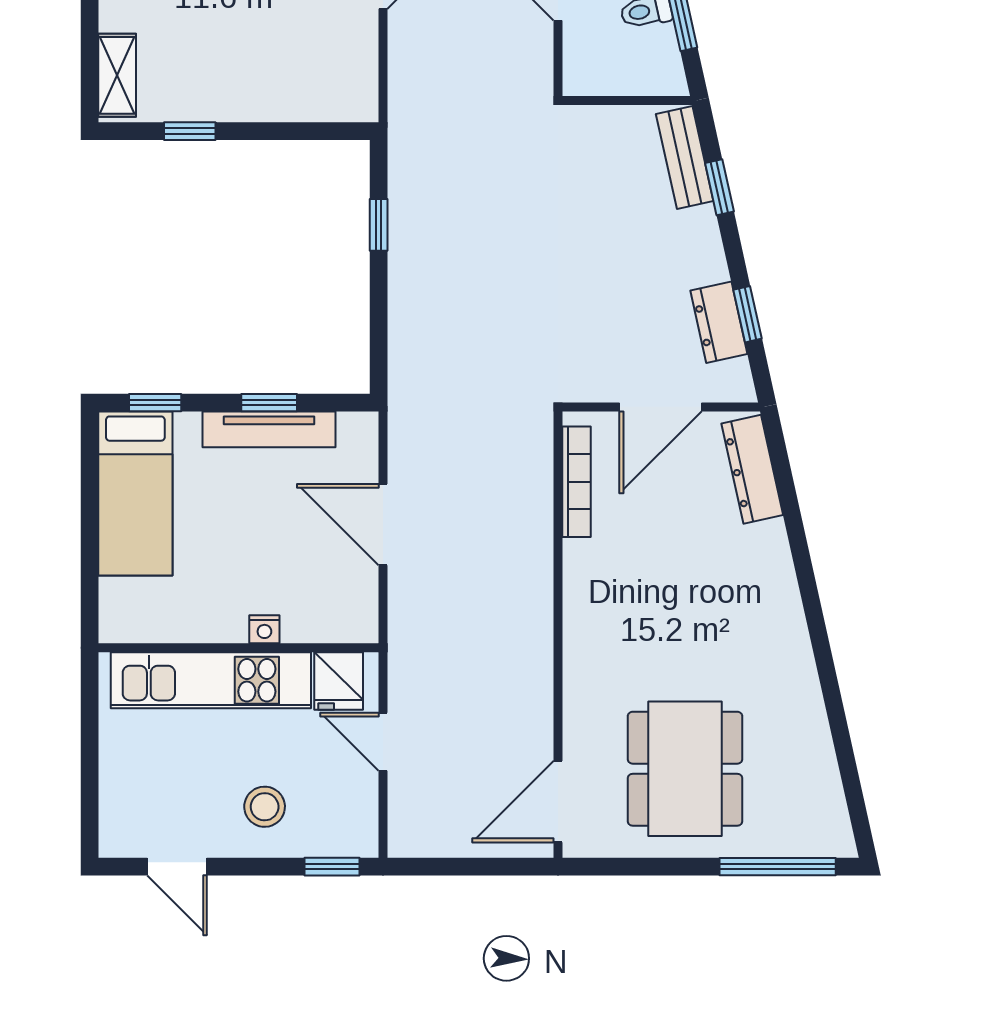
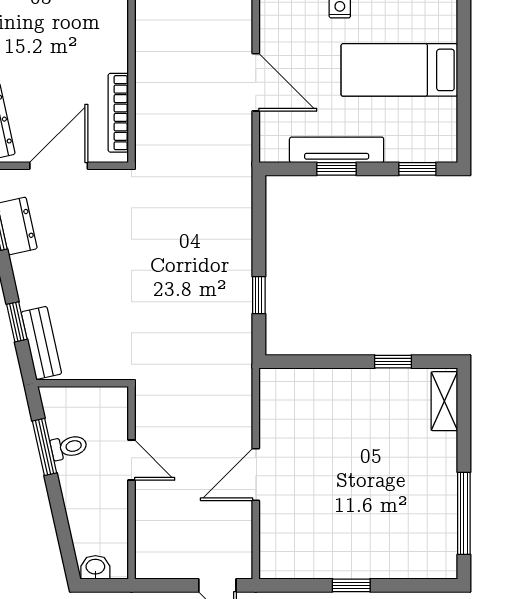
bed: (135, 494) -> (399, 70), moved, turned -90

